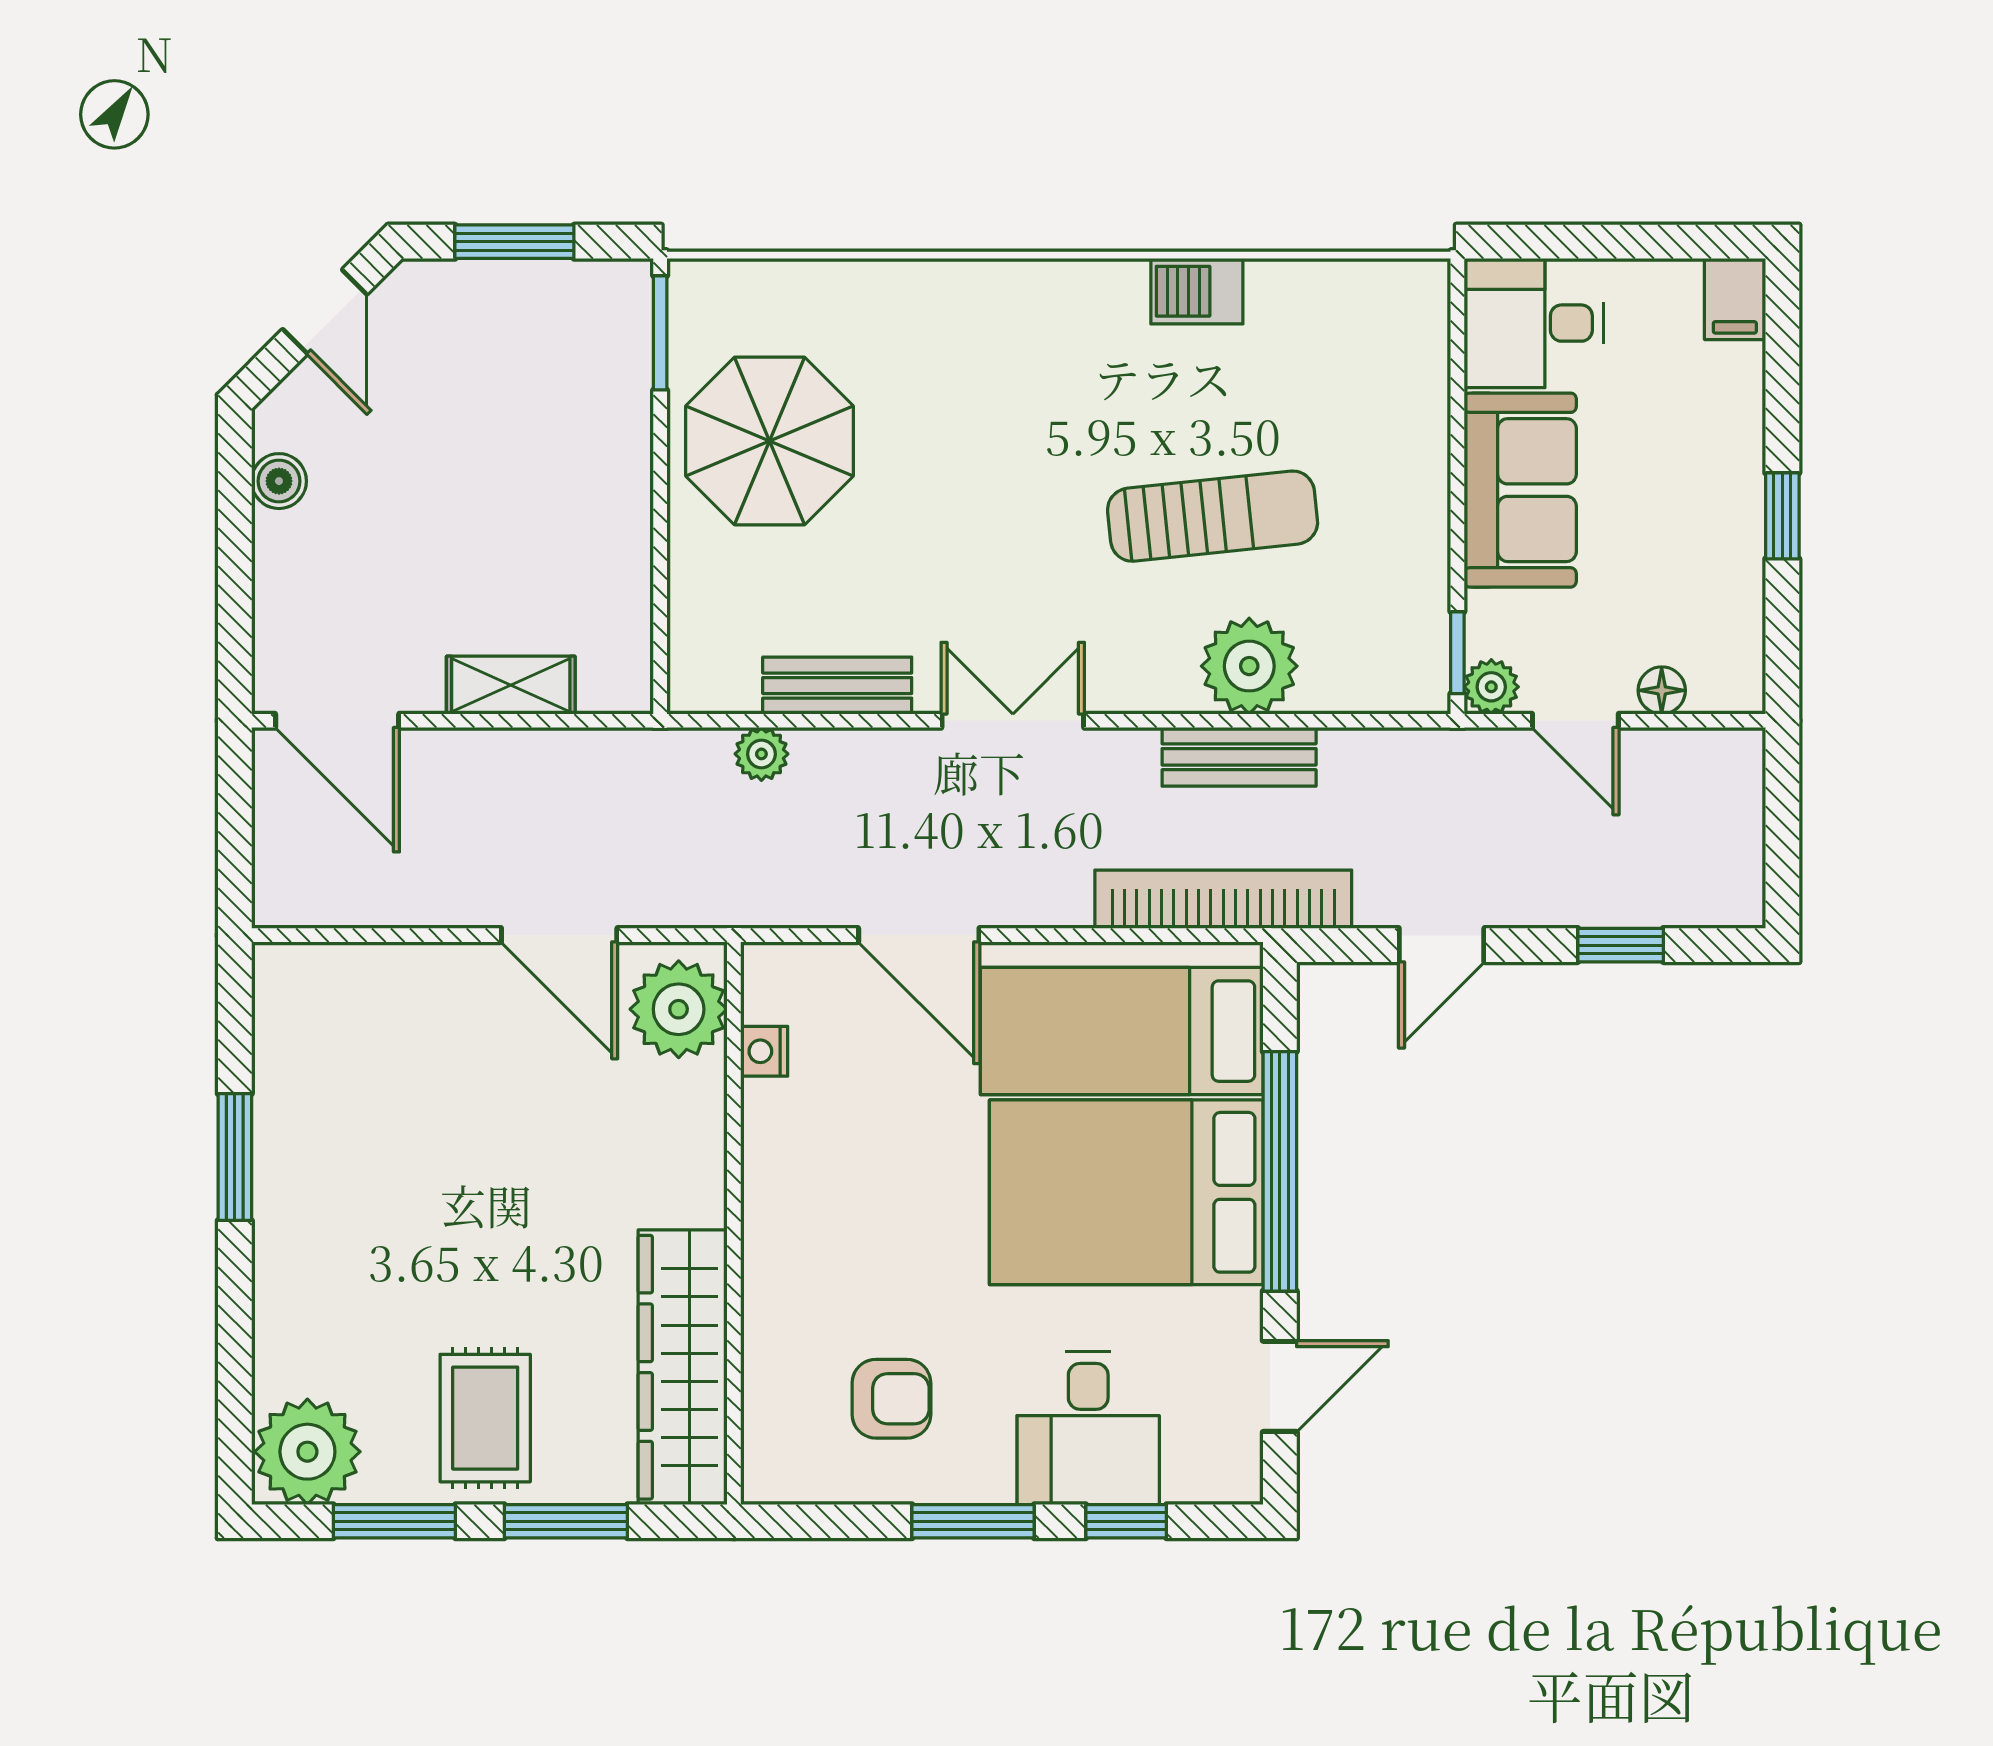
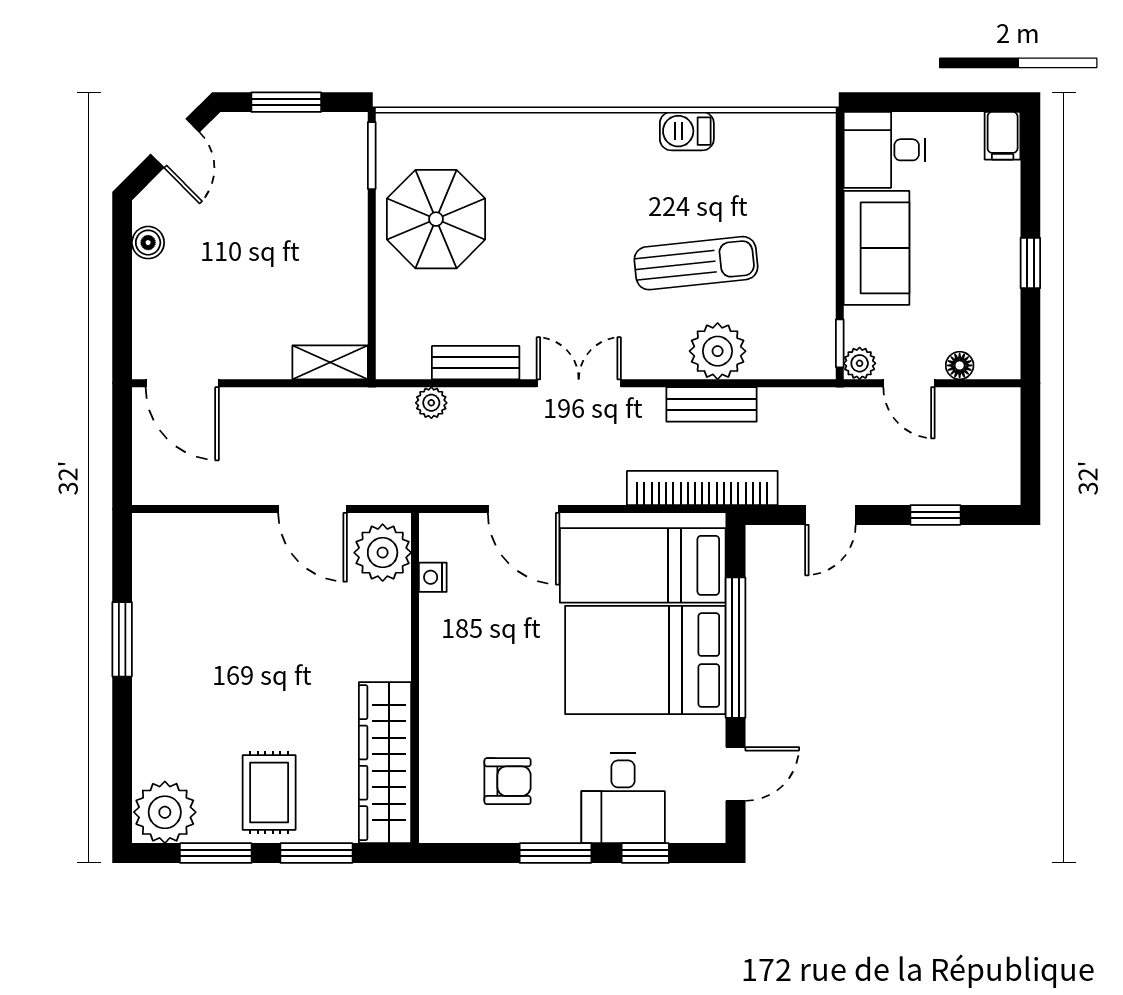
shelving: (511, 685) -> (330, 362), moved

